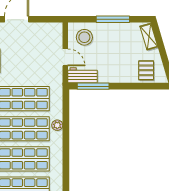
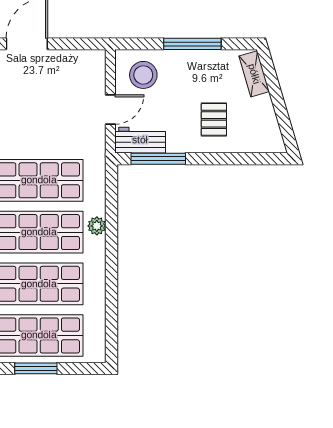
door: (65, 57) -> (110, 109), hinge flipped
pallet: (146, 70) -> (214, 119), moved

